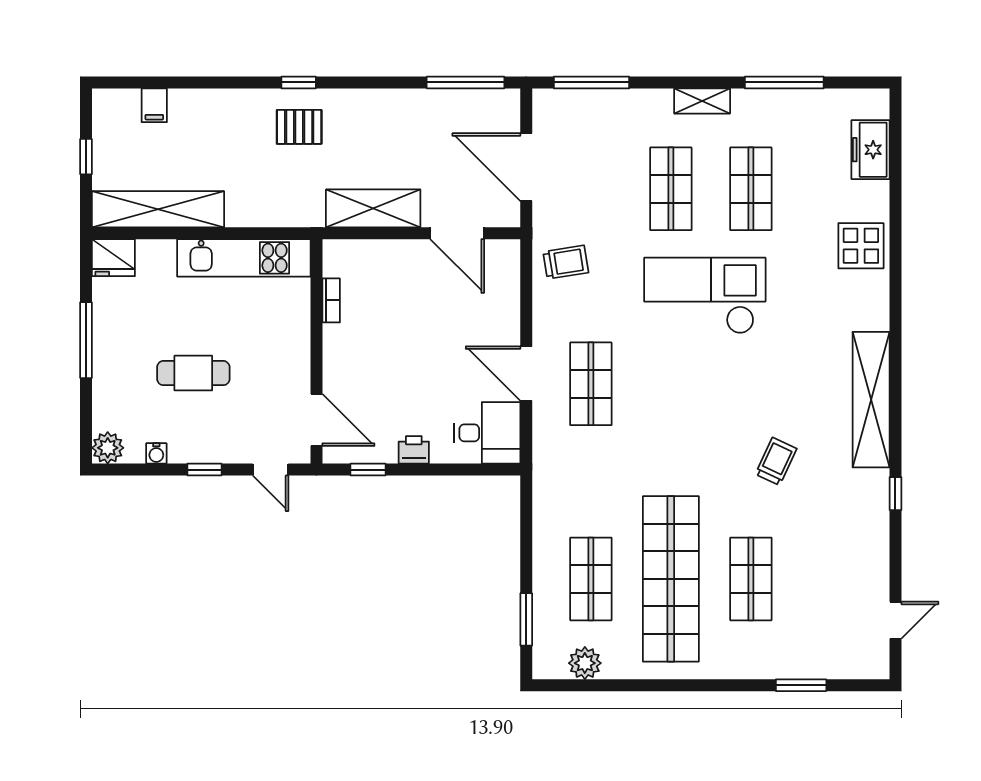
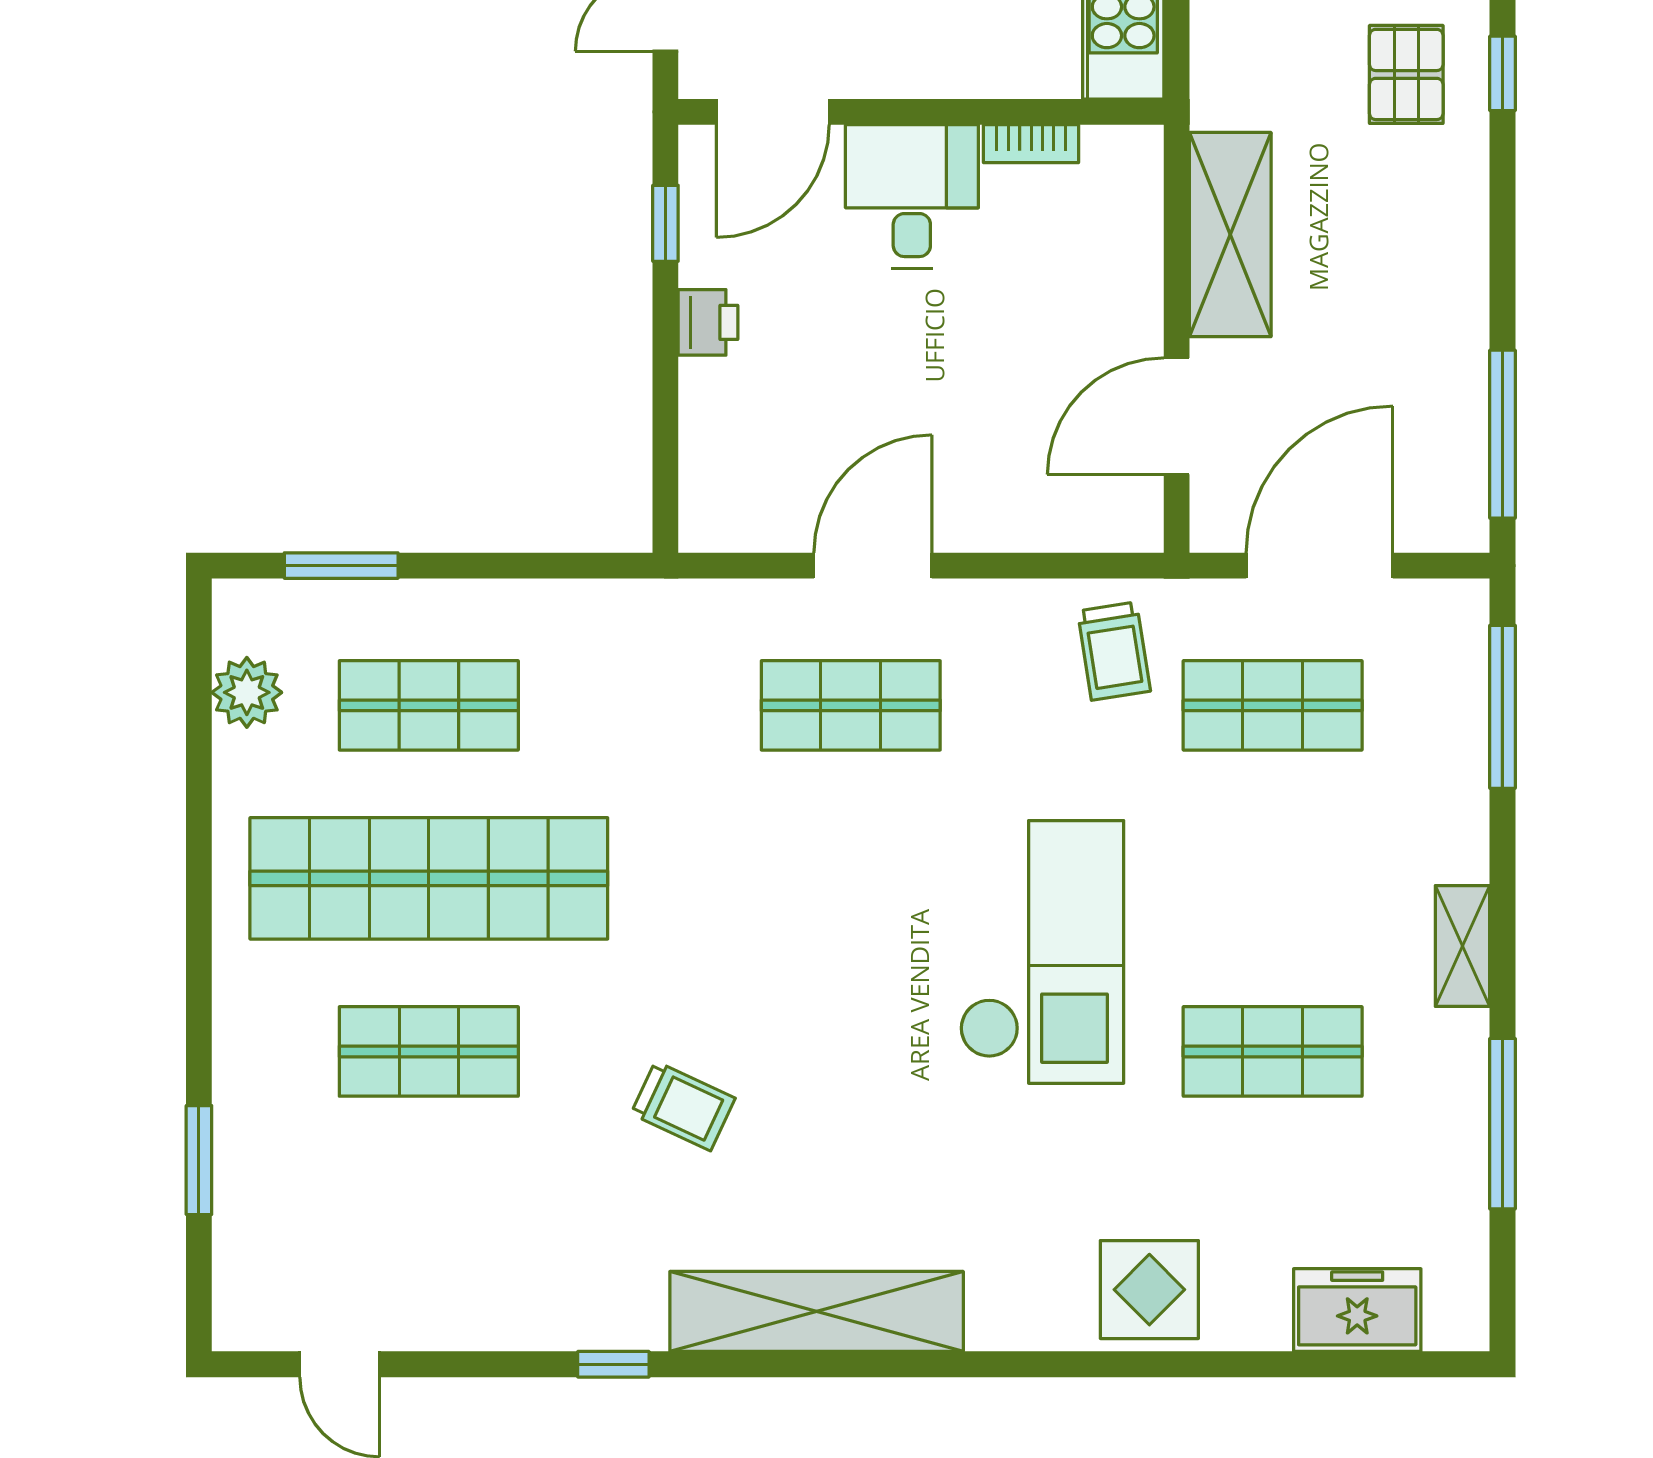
shop shelf: (671, 189) -> (1273, 705), moved
desk: (487, 433) -> (912, 196), moved, turned 180

